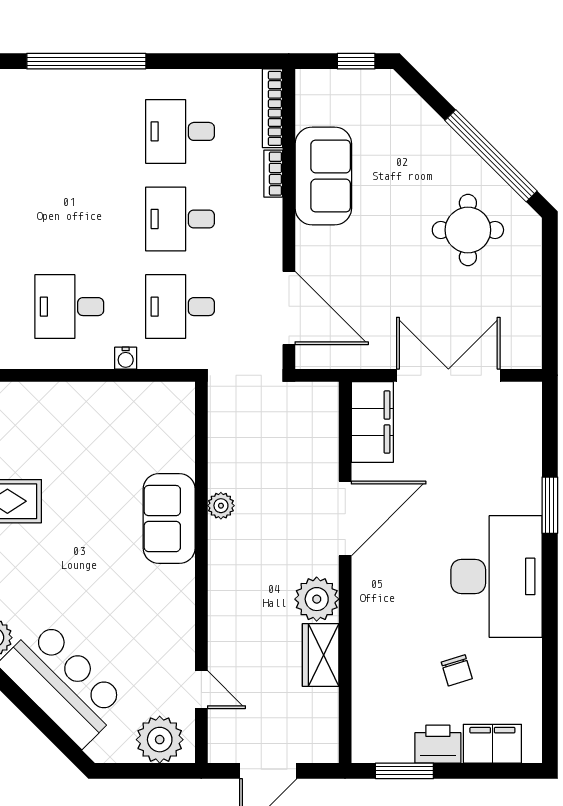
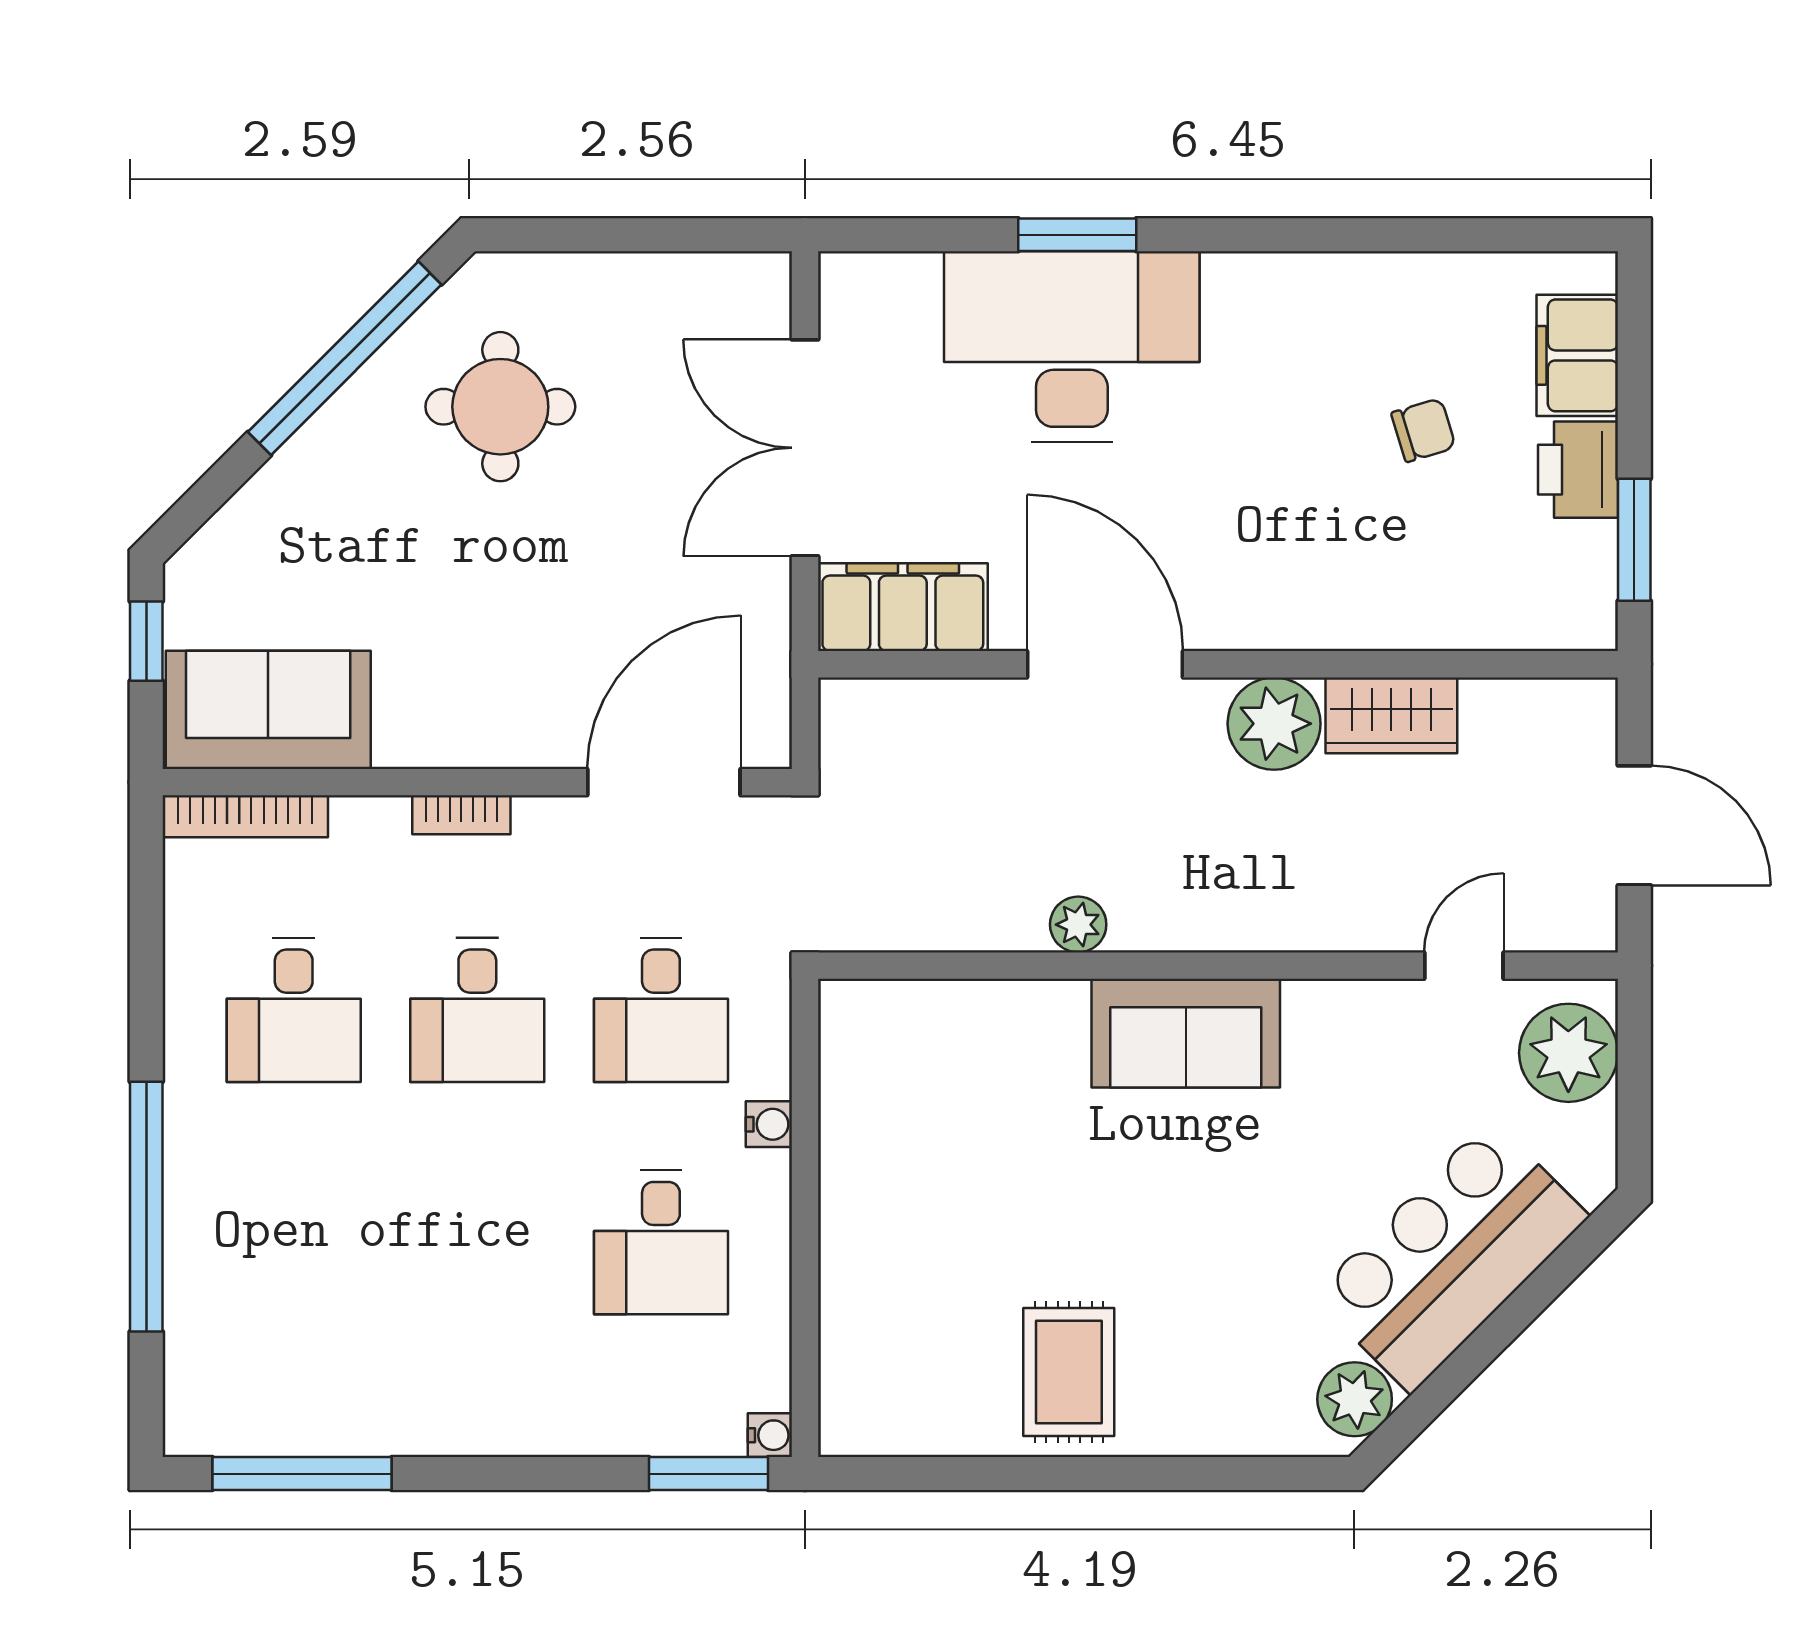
bookcase: (273, 174) -> (461, 815), moved
sofa: (323, 176) -> (268, 710), moved
sofa: (169, 519) -> (1186, 1033), moved
desk: (497, 576) -> (1072, 347), moved

